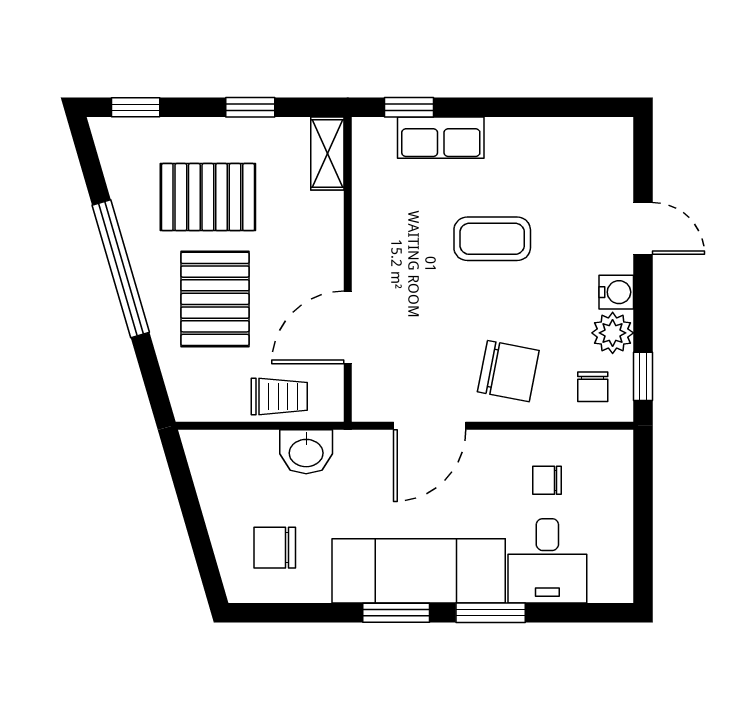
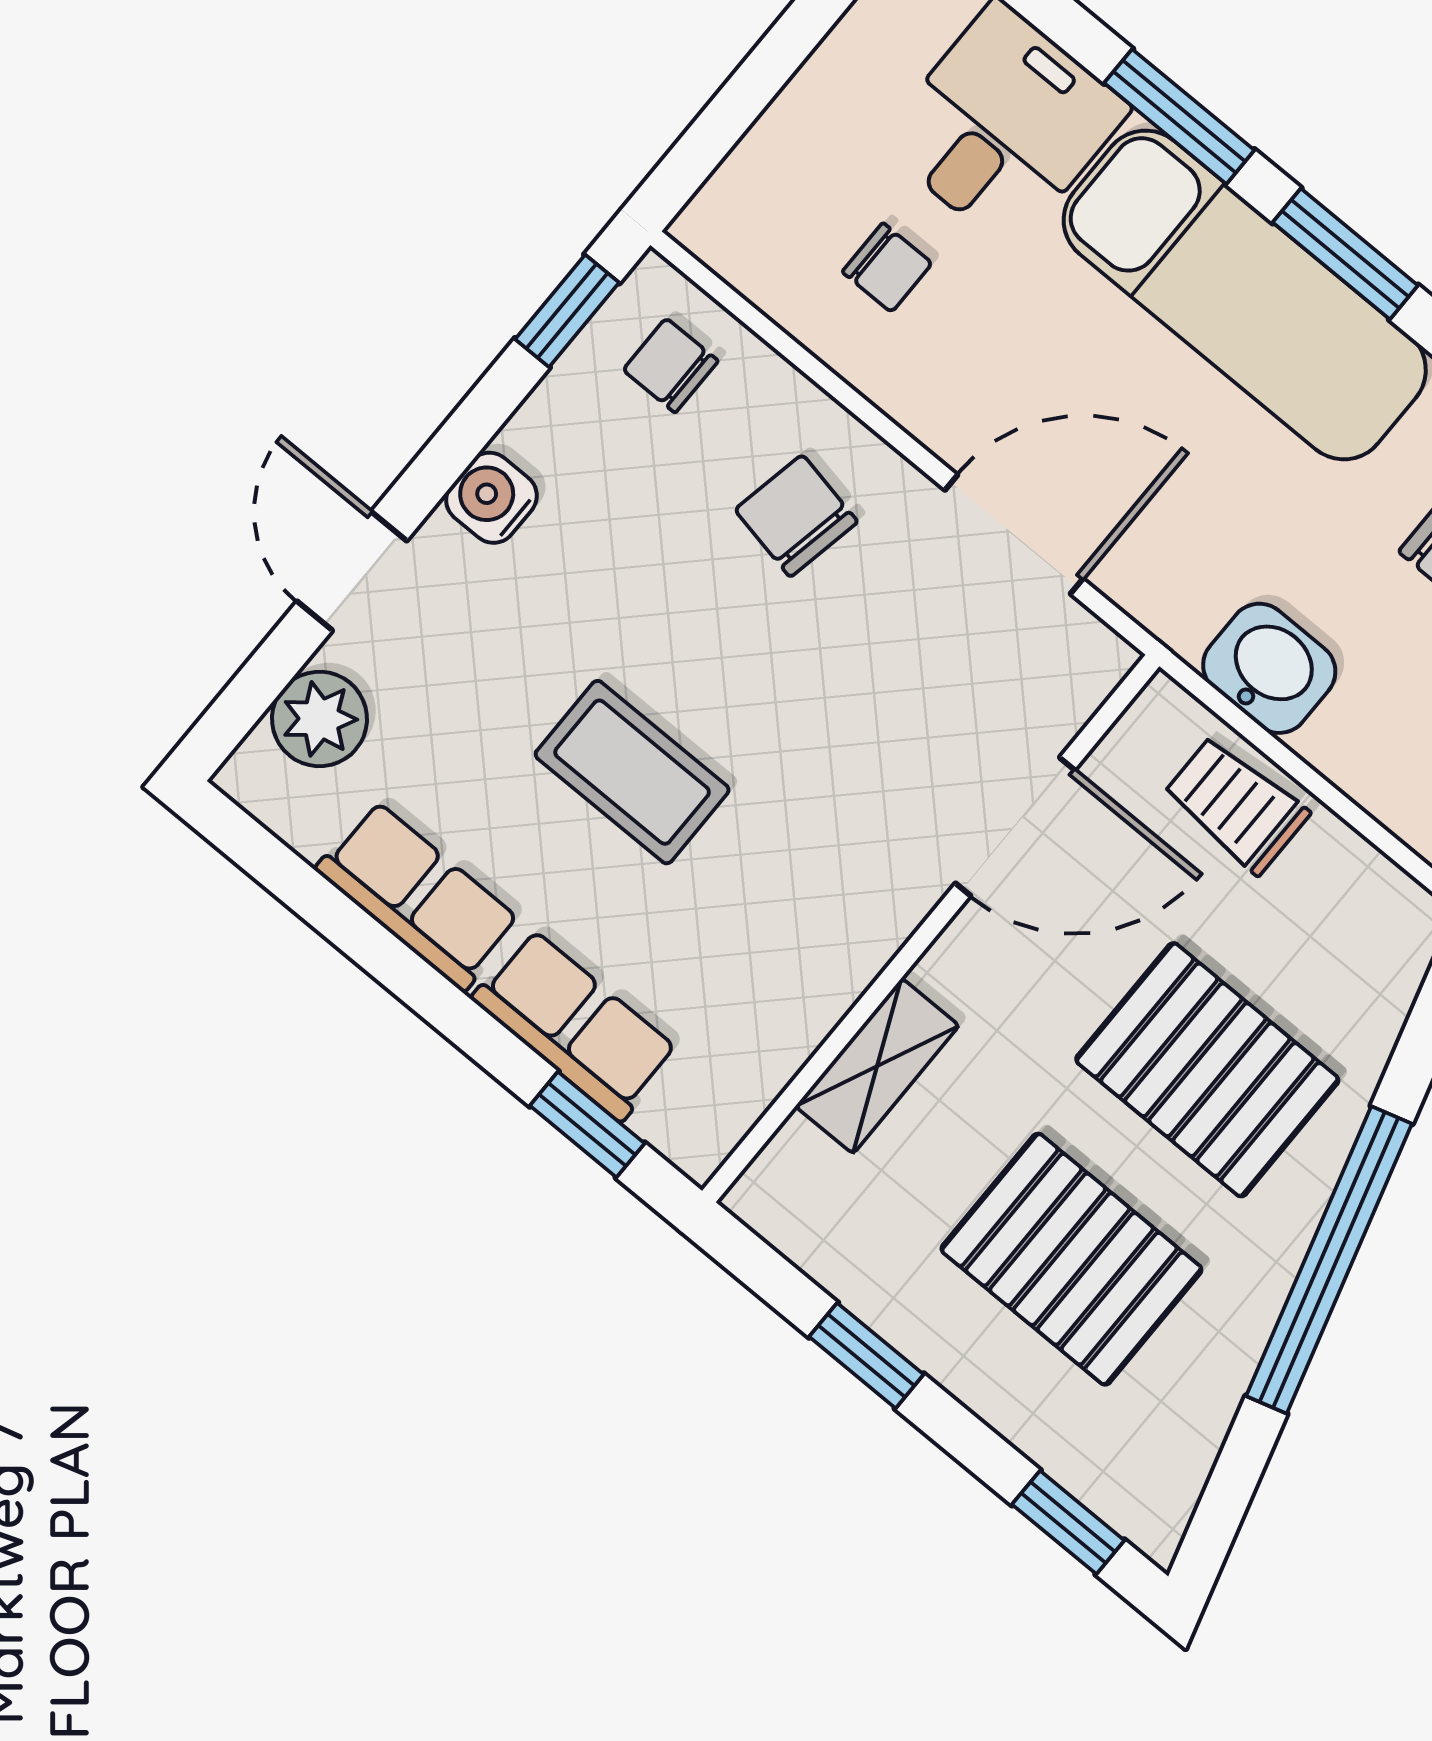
row of seats: (530, 137) -> (418, 895), added
shelving: (327, 154) -> (877, 1066), moved
pallet: (215, 299) -> (1207, 1070), turned 90
plant: (613, 333) -> (319, 719), moved
chair: (508, 371) -> (796, 516), width x0.73, depth x0.73
chair: (593, 387) -> (671, 365), turned -90

